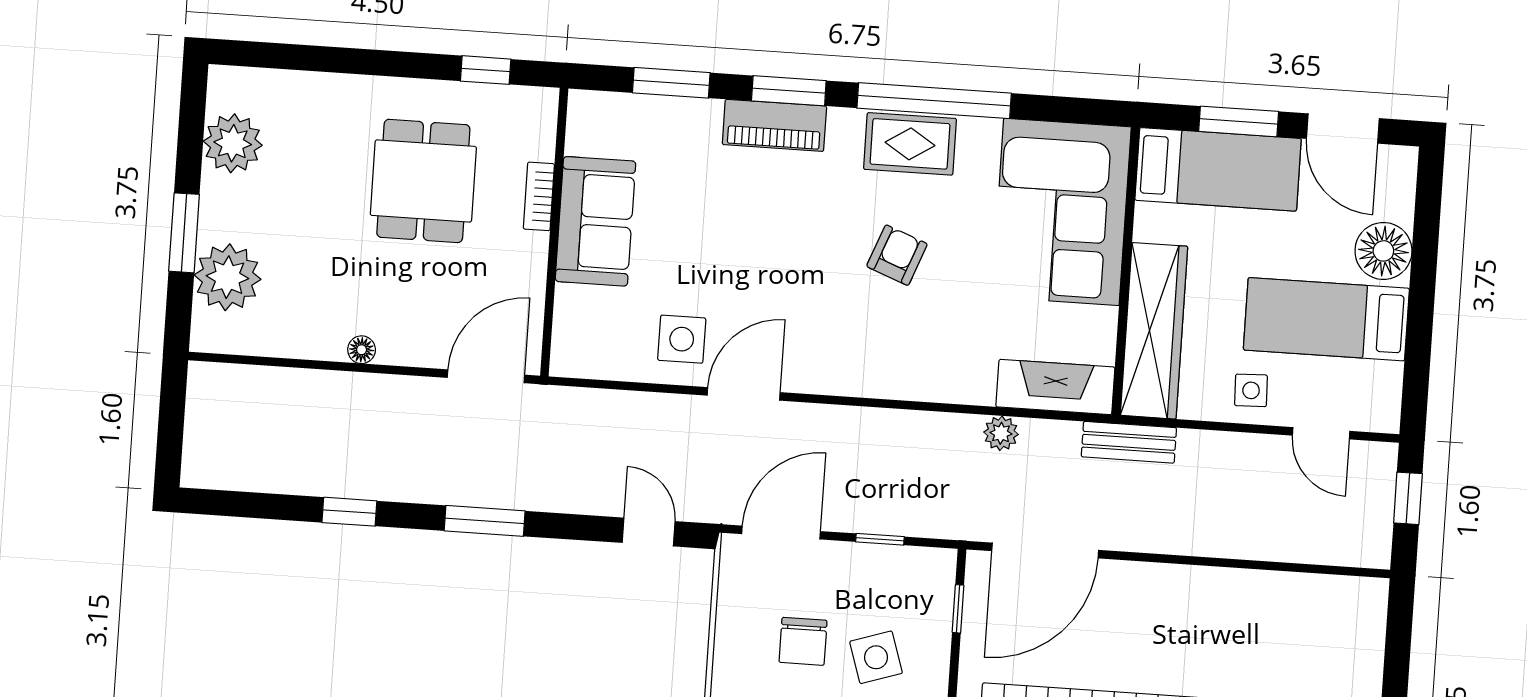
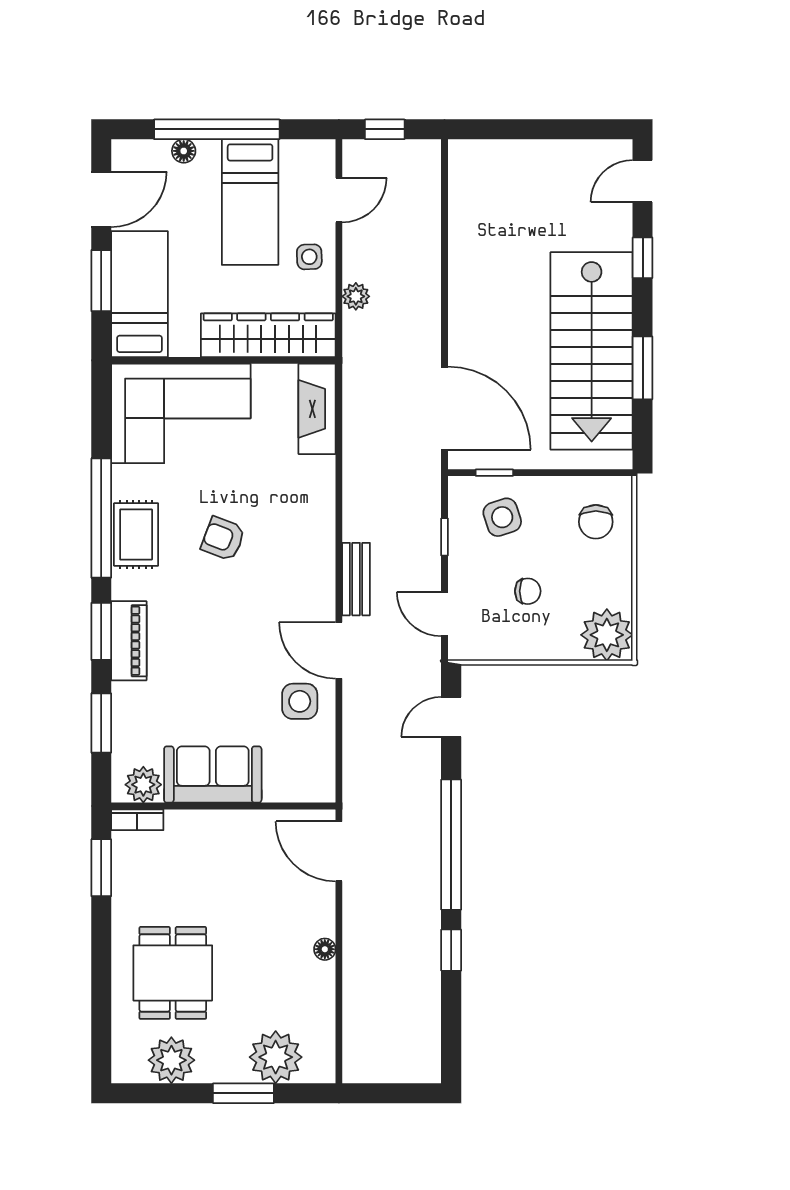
window: (486, 70) -> (101, 868), width x1.50
plant: (589, 131) -> (143, 785), added
dining table: (423, 181) -> (173, 973), moved, turned 90
bookcase: (539, 196) -> (137, 820), moved
floor lamp: (1383, 251) -> (184, 151), width x0.53, depth x0.53
window: (1423, 283) -> (217, 129), added
plant: (1001, 433) -> (356, 296), moved
bench: (1129, 442) -> (356, 579), moved
window: (485, 521) -> (451, 845), width x2.11
door: (781, 533) -> (445, 614), width x0.73
chair: (803, 641) -> (528, 591), width x0.73, depth x0.73
side table: (876, 657) -> (502, 517), moved

